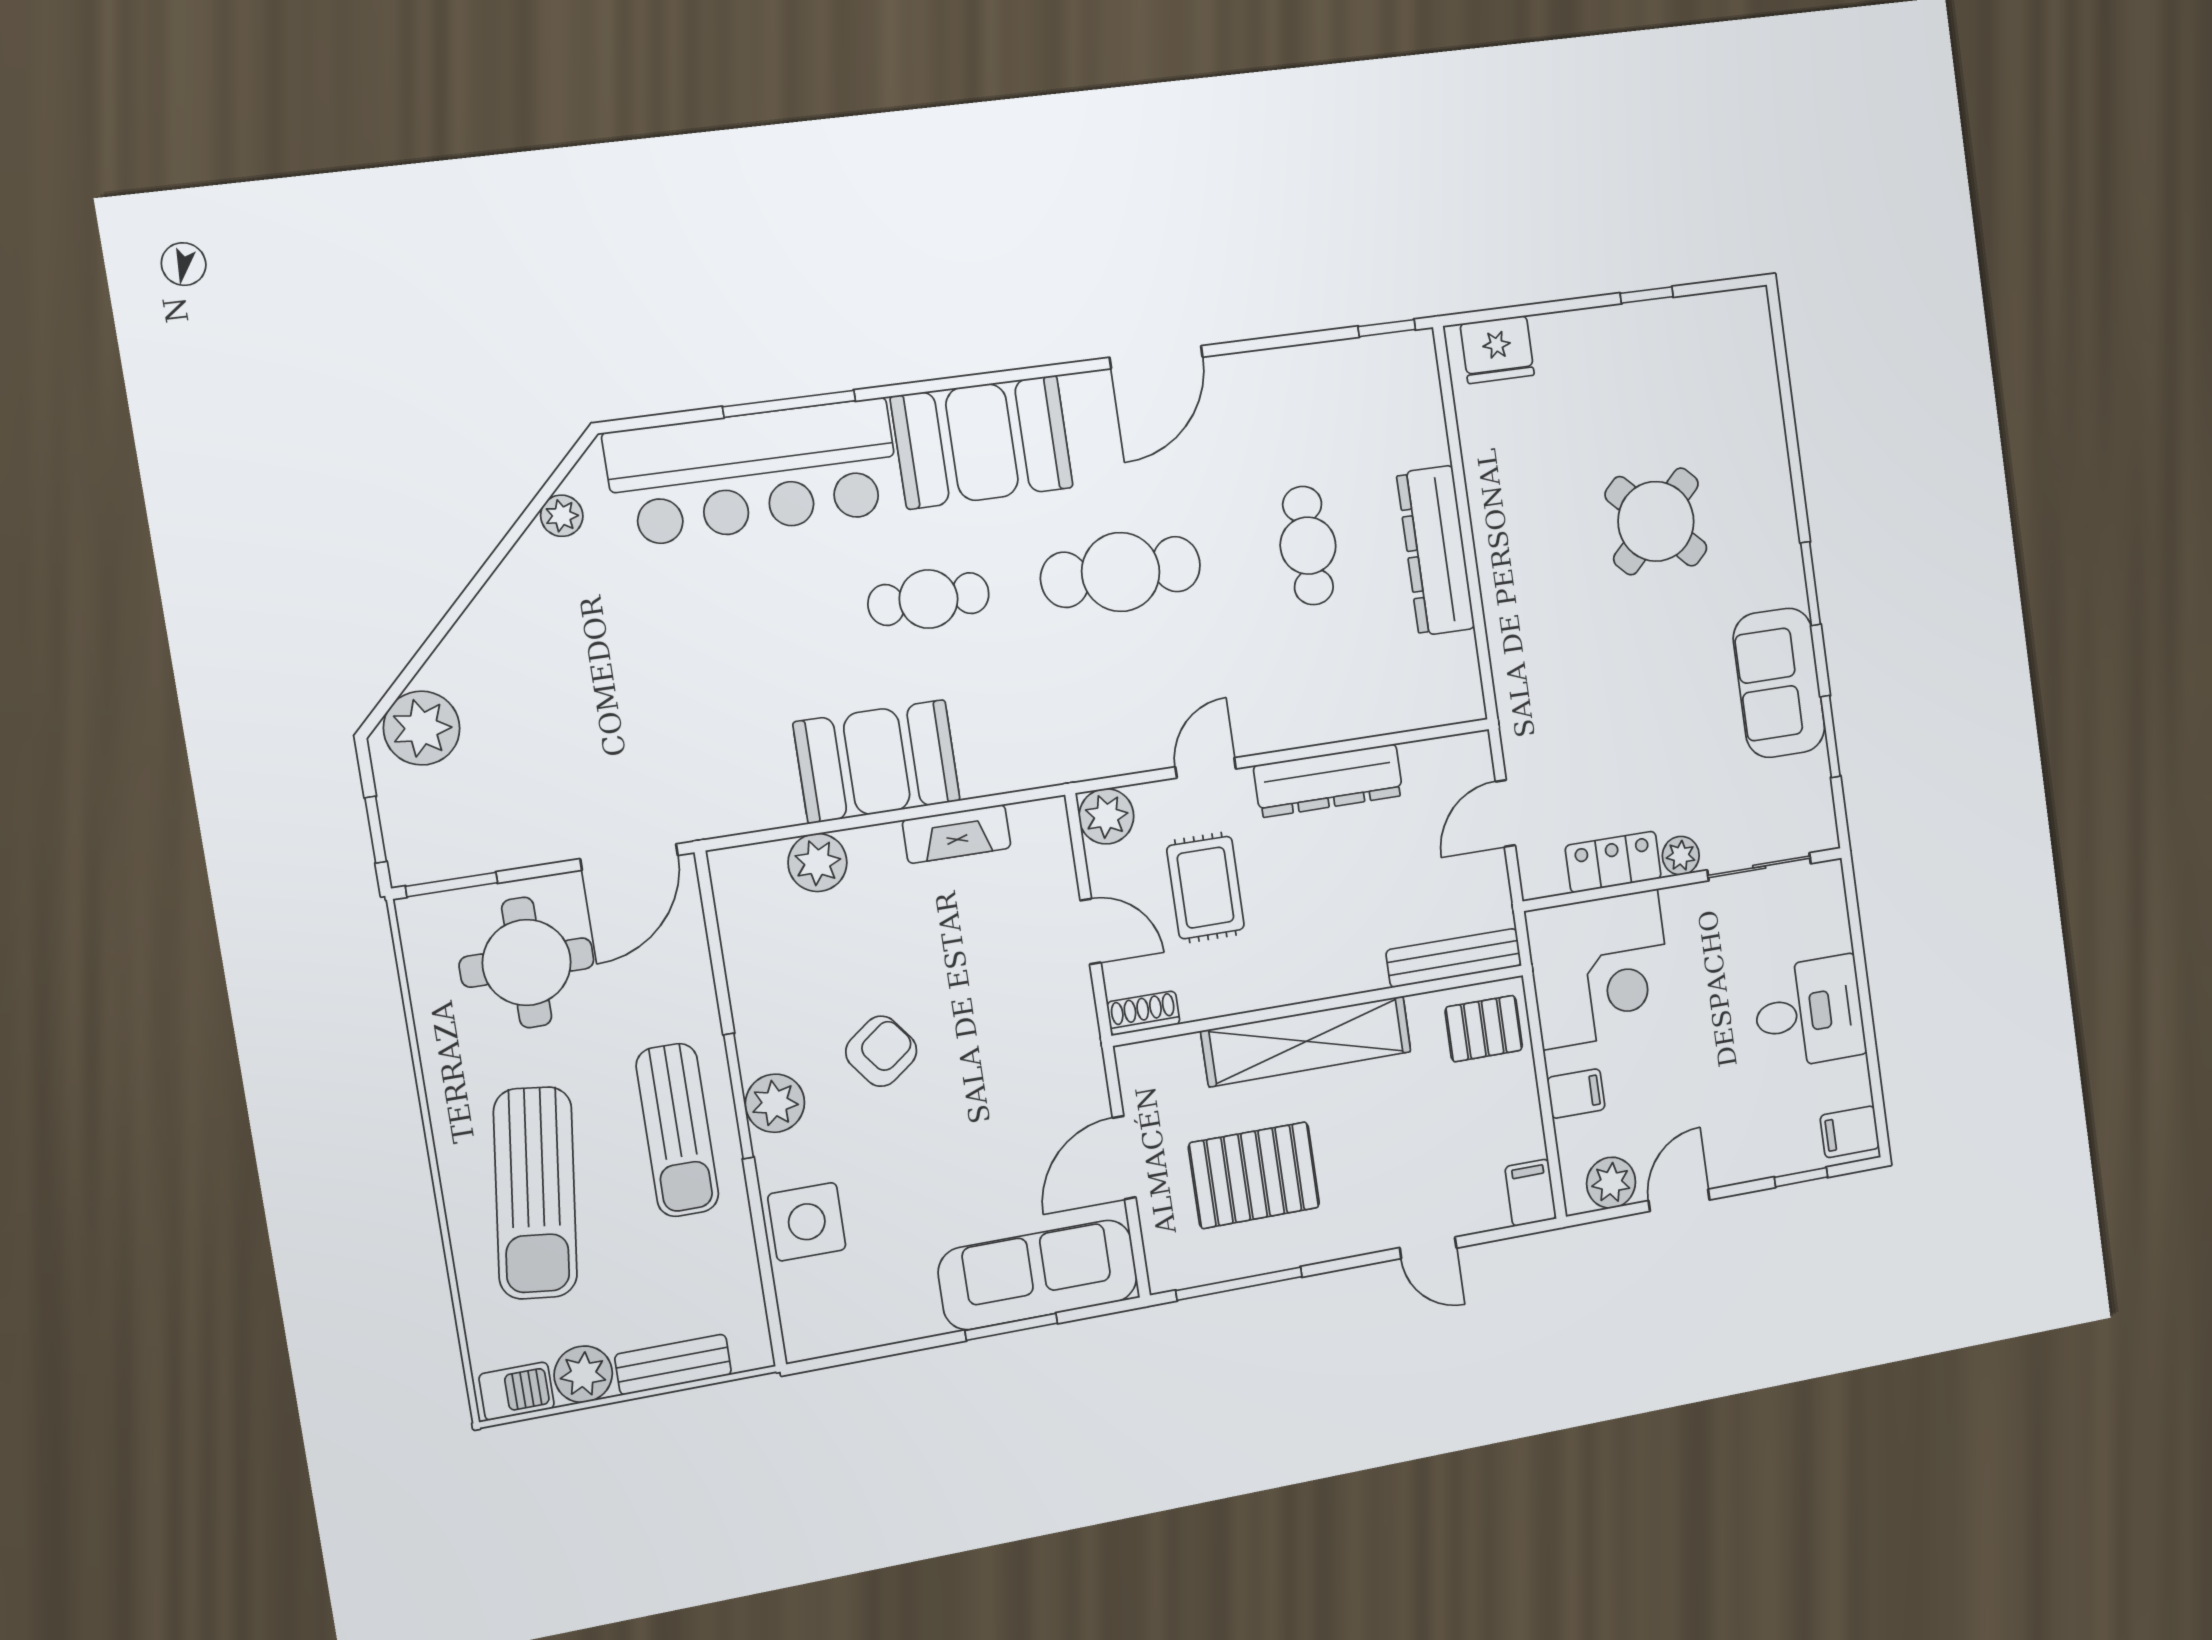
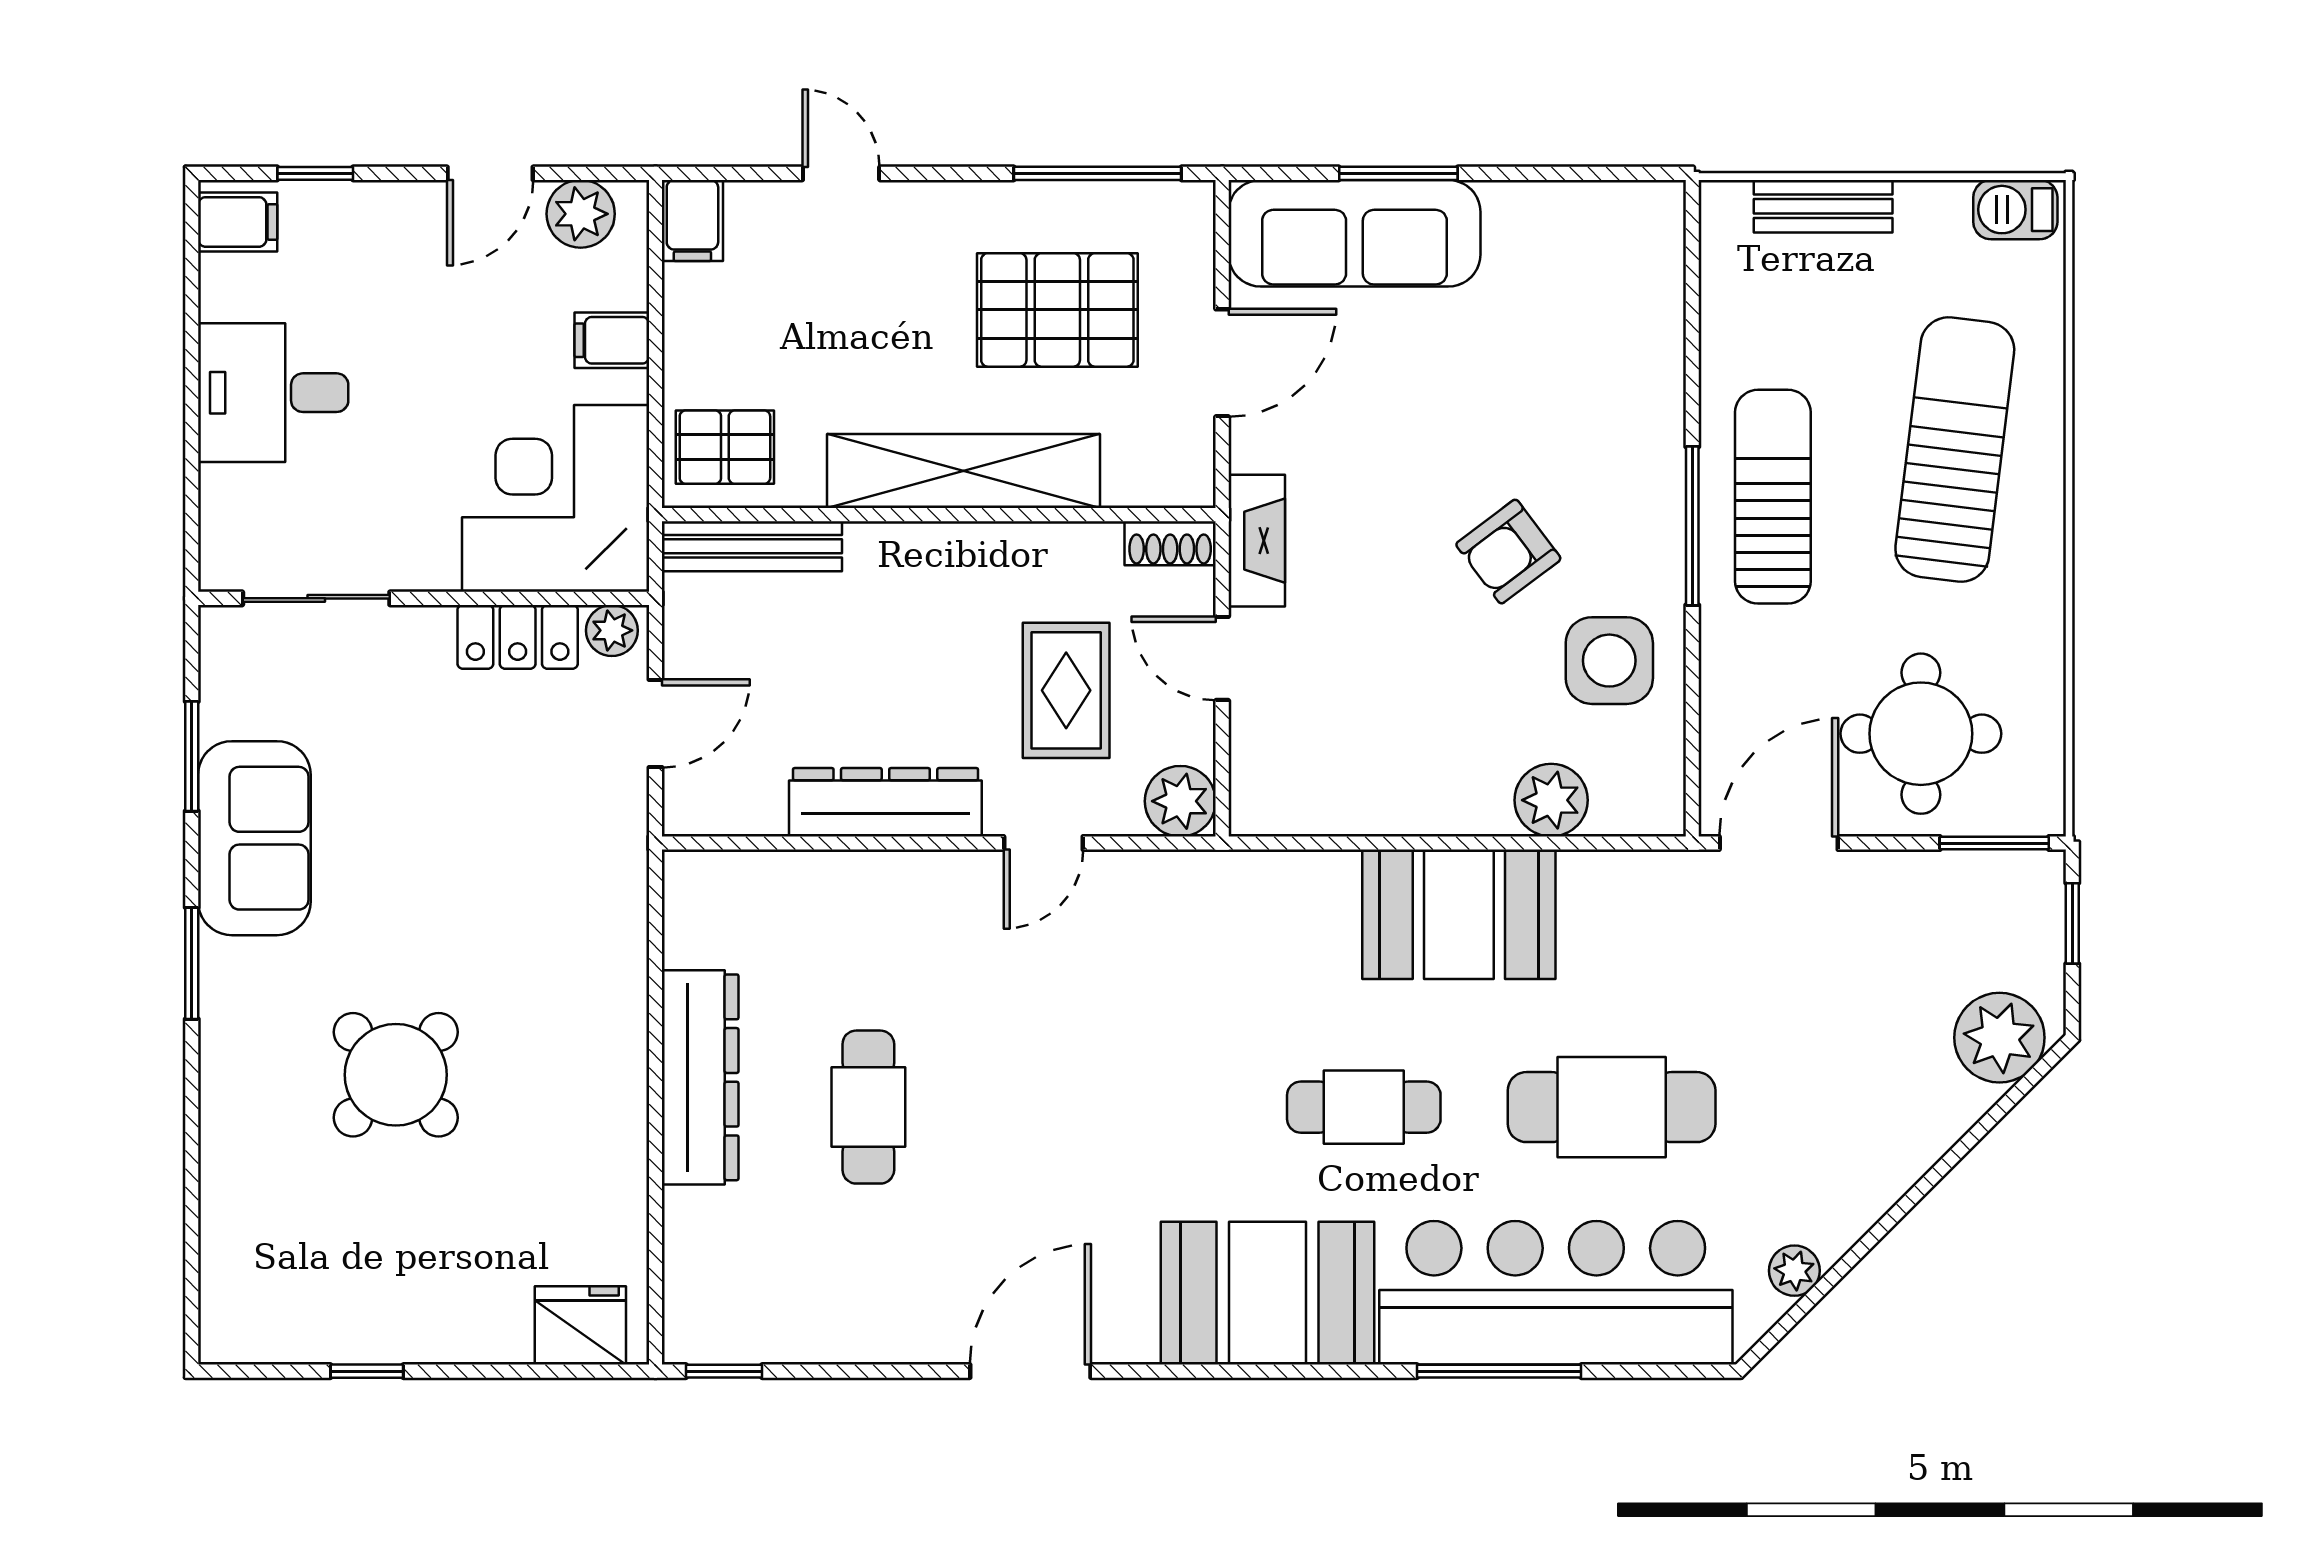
cafe table: (1121, 572) -> (1612, 1107), moved
fireplace: (957, 834) -> (1257, 541), moved, turned 90
plant: (1681, 856) -> (612, 630), moved
plant: (775, 1103) -> (1649, 509), removed
side table: (807, 1222) -> (1609, 661), moved
plant: (583, 1374) -> (1933, 215), removed

